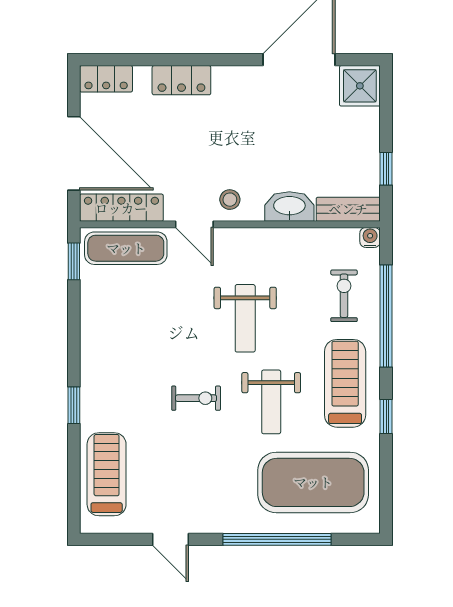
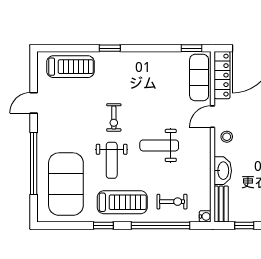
weight bench: (271, 402) -> (112, 160), turned -90

